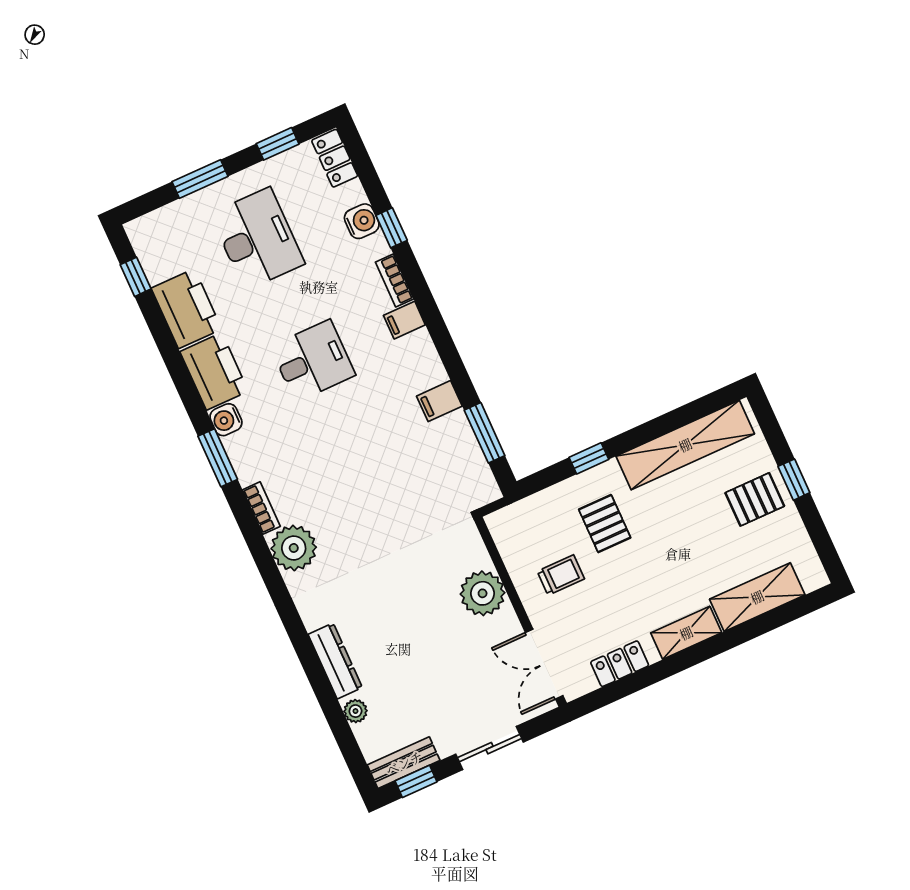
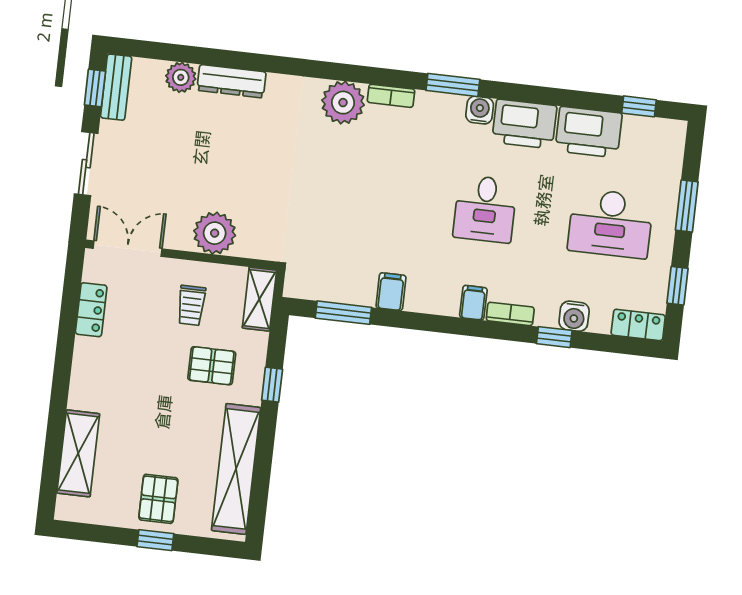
shelving: (686, 633) -> (259, 299), moved
plant: (355, 711) -> (181, 77), width x1.38, depth x1.38

